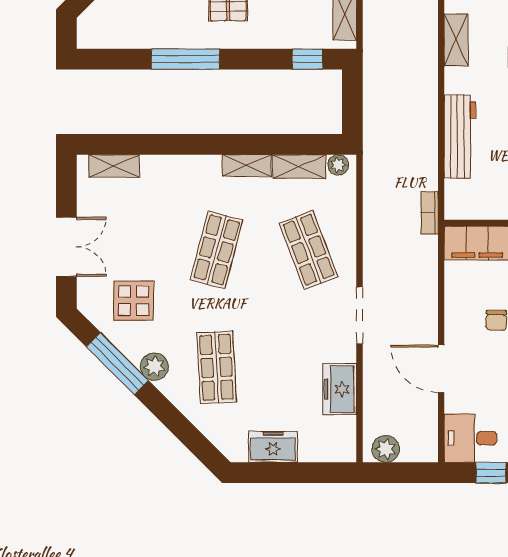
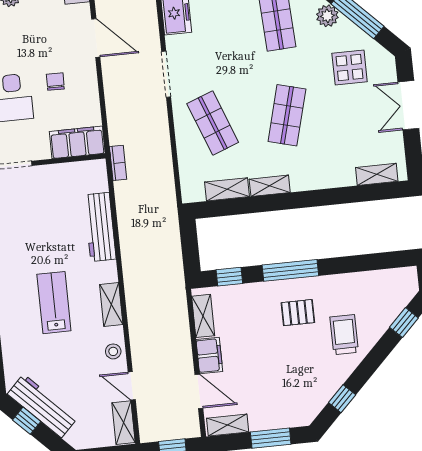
window: (185, 59) -> (290, 270), moved
plant: (338, 165) -> (196, 194), removed

